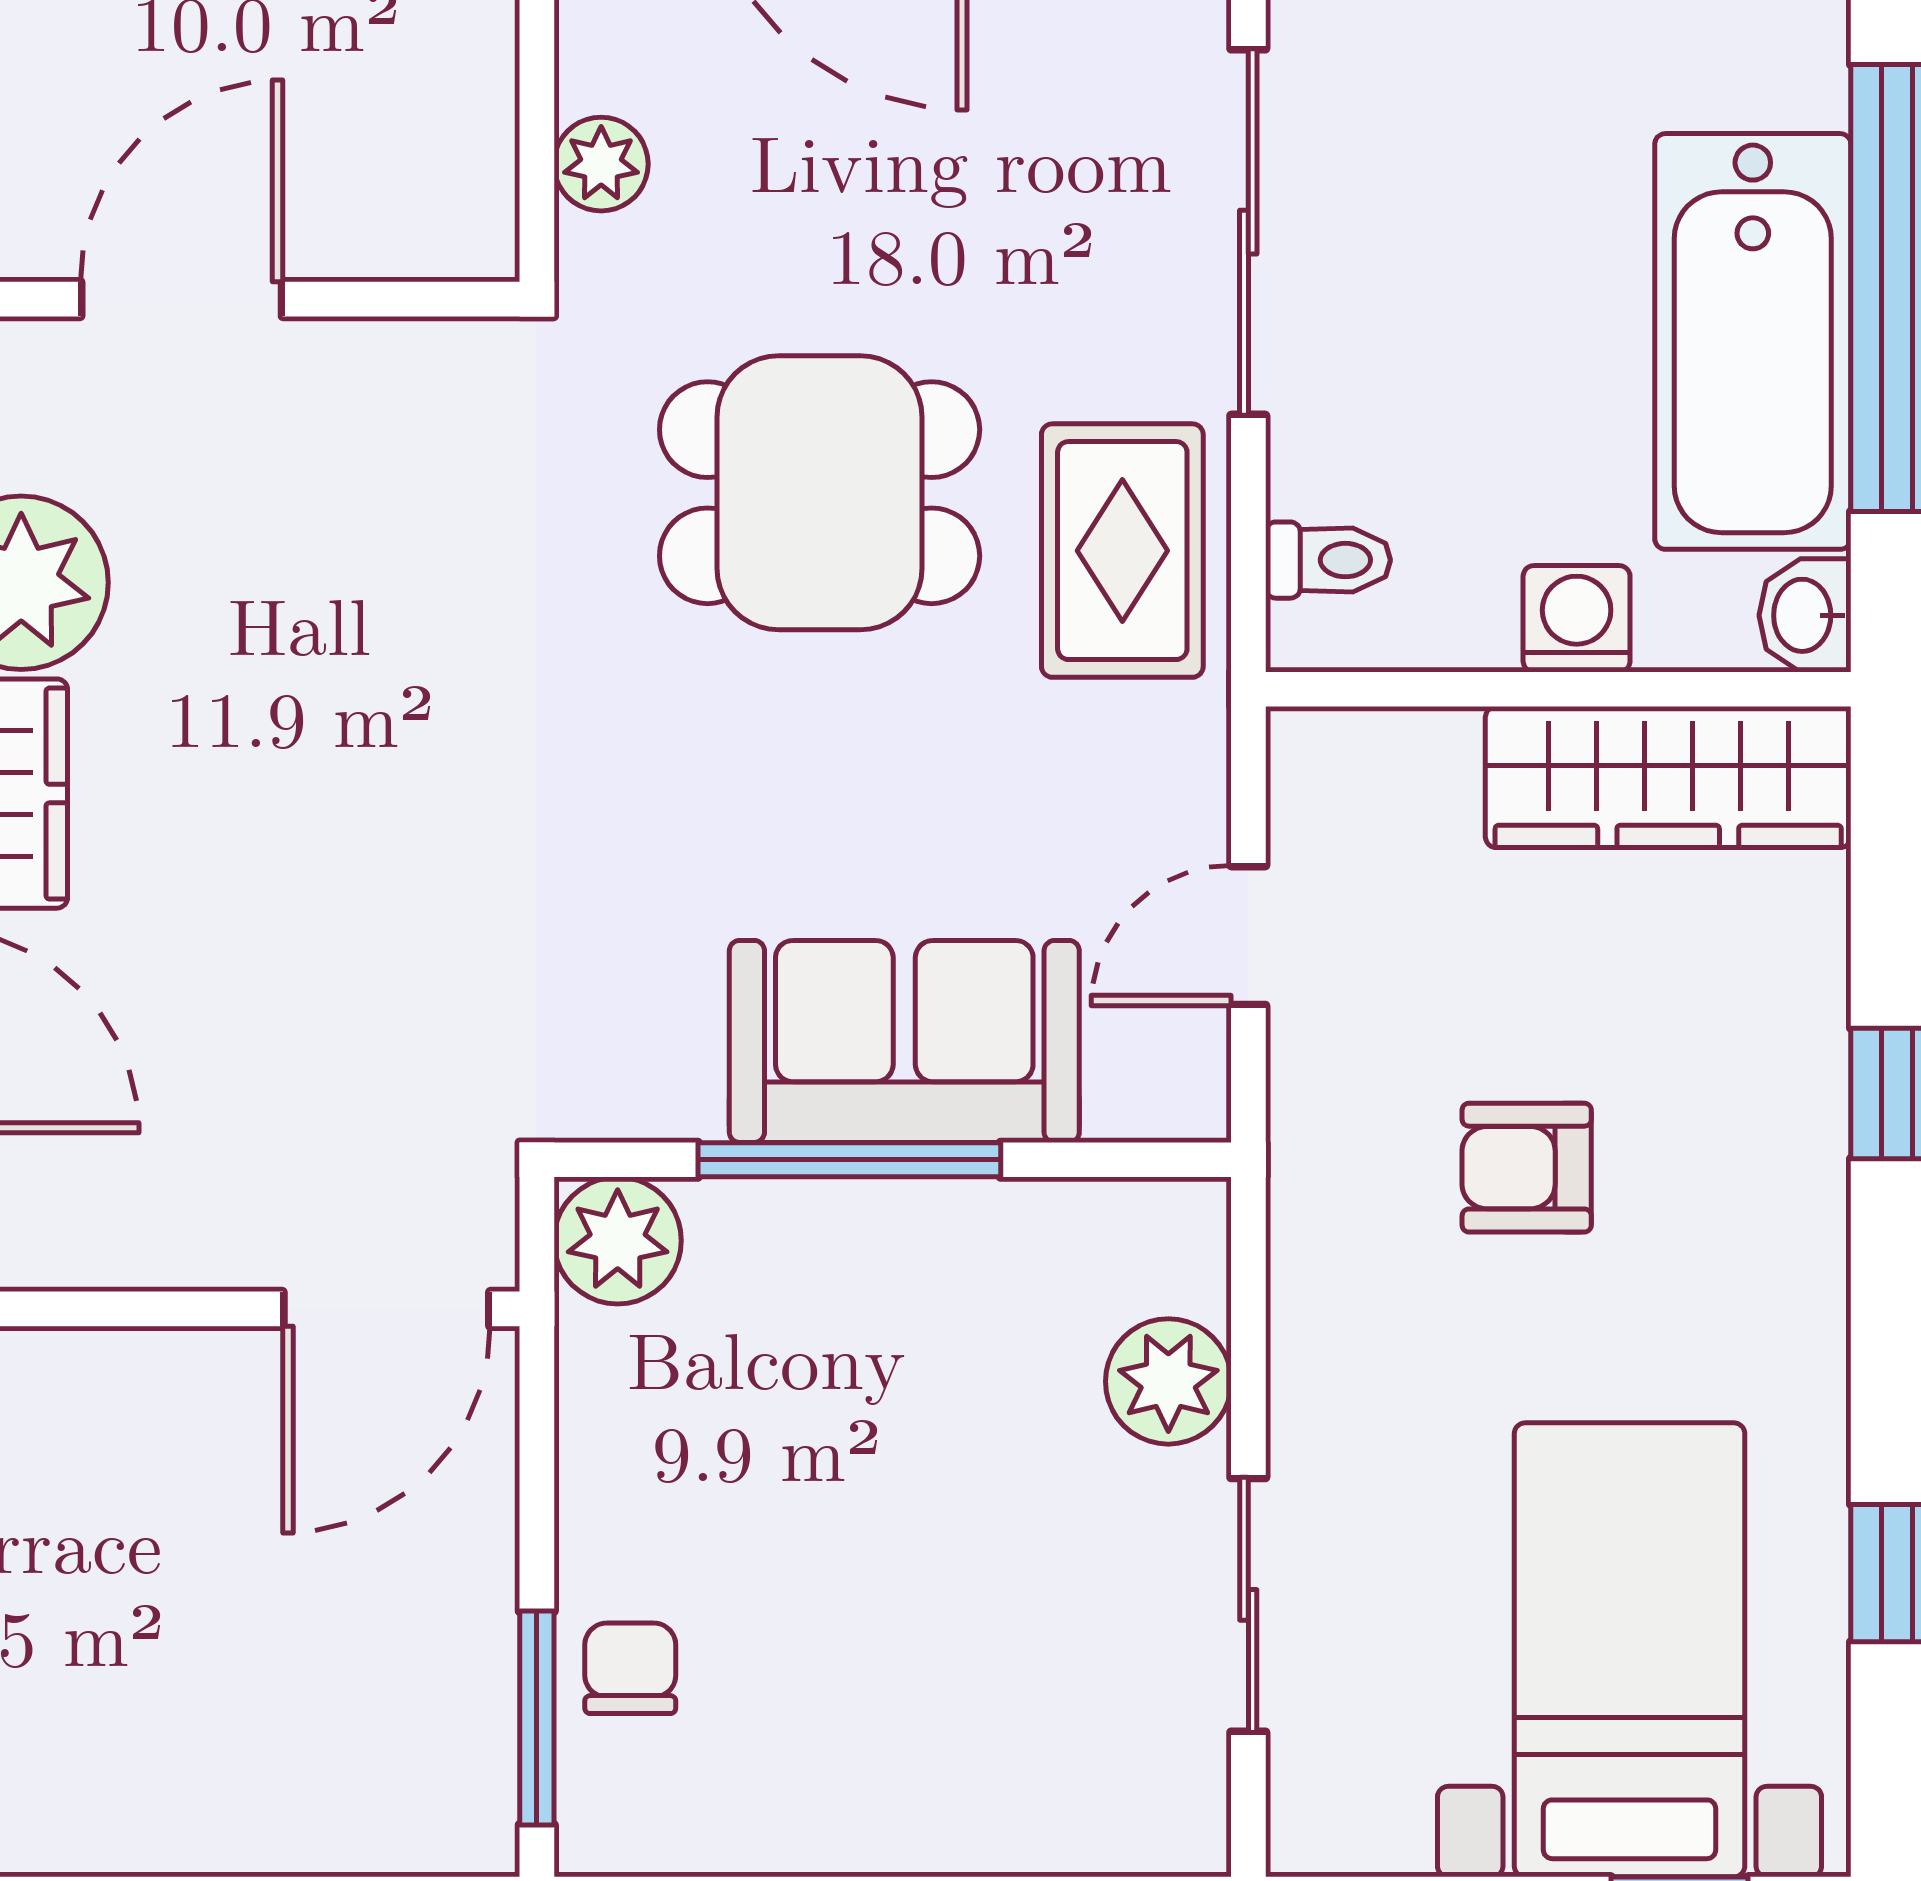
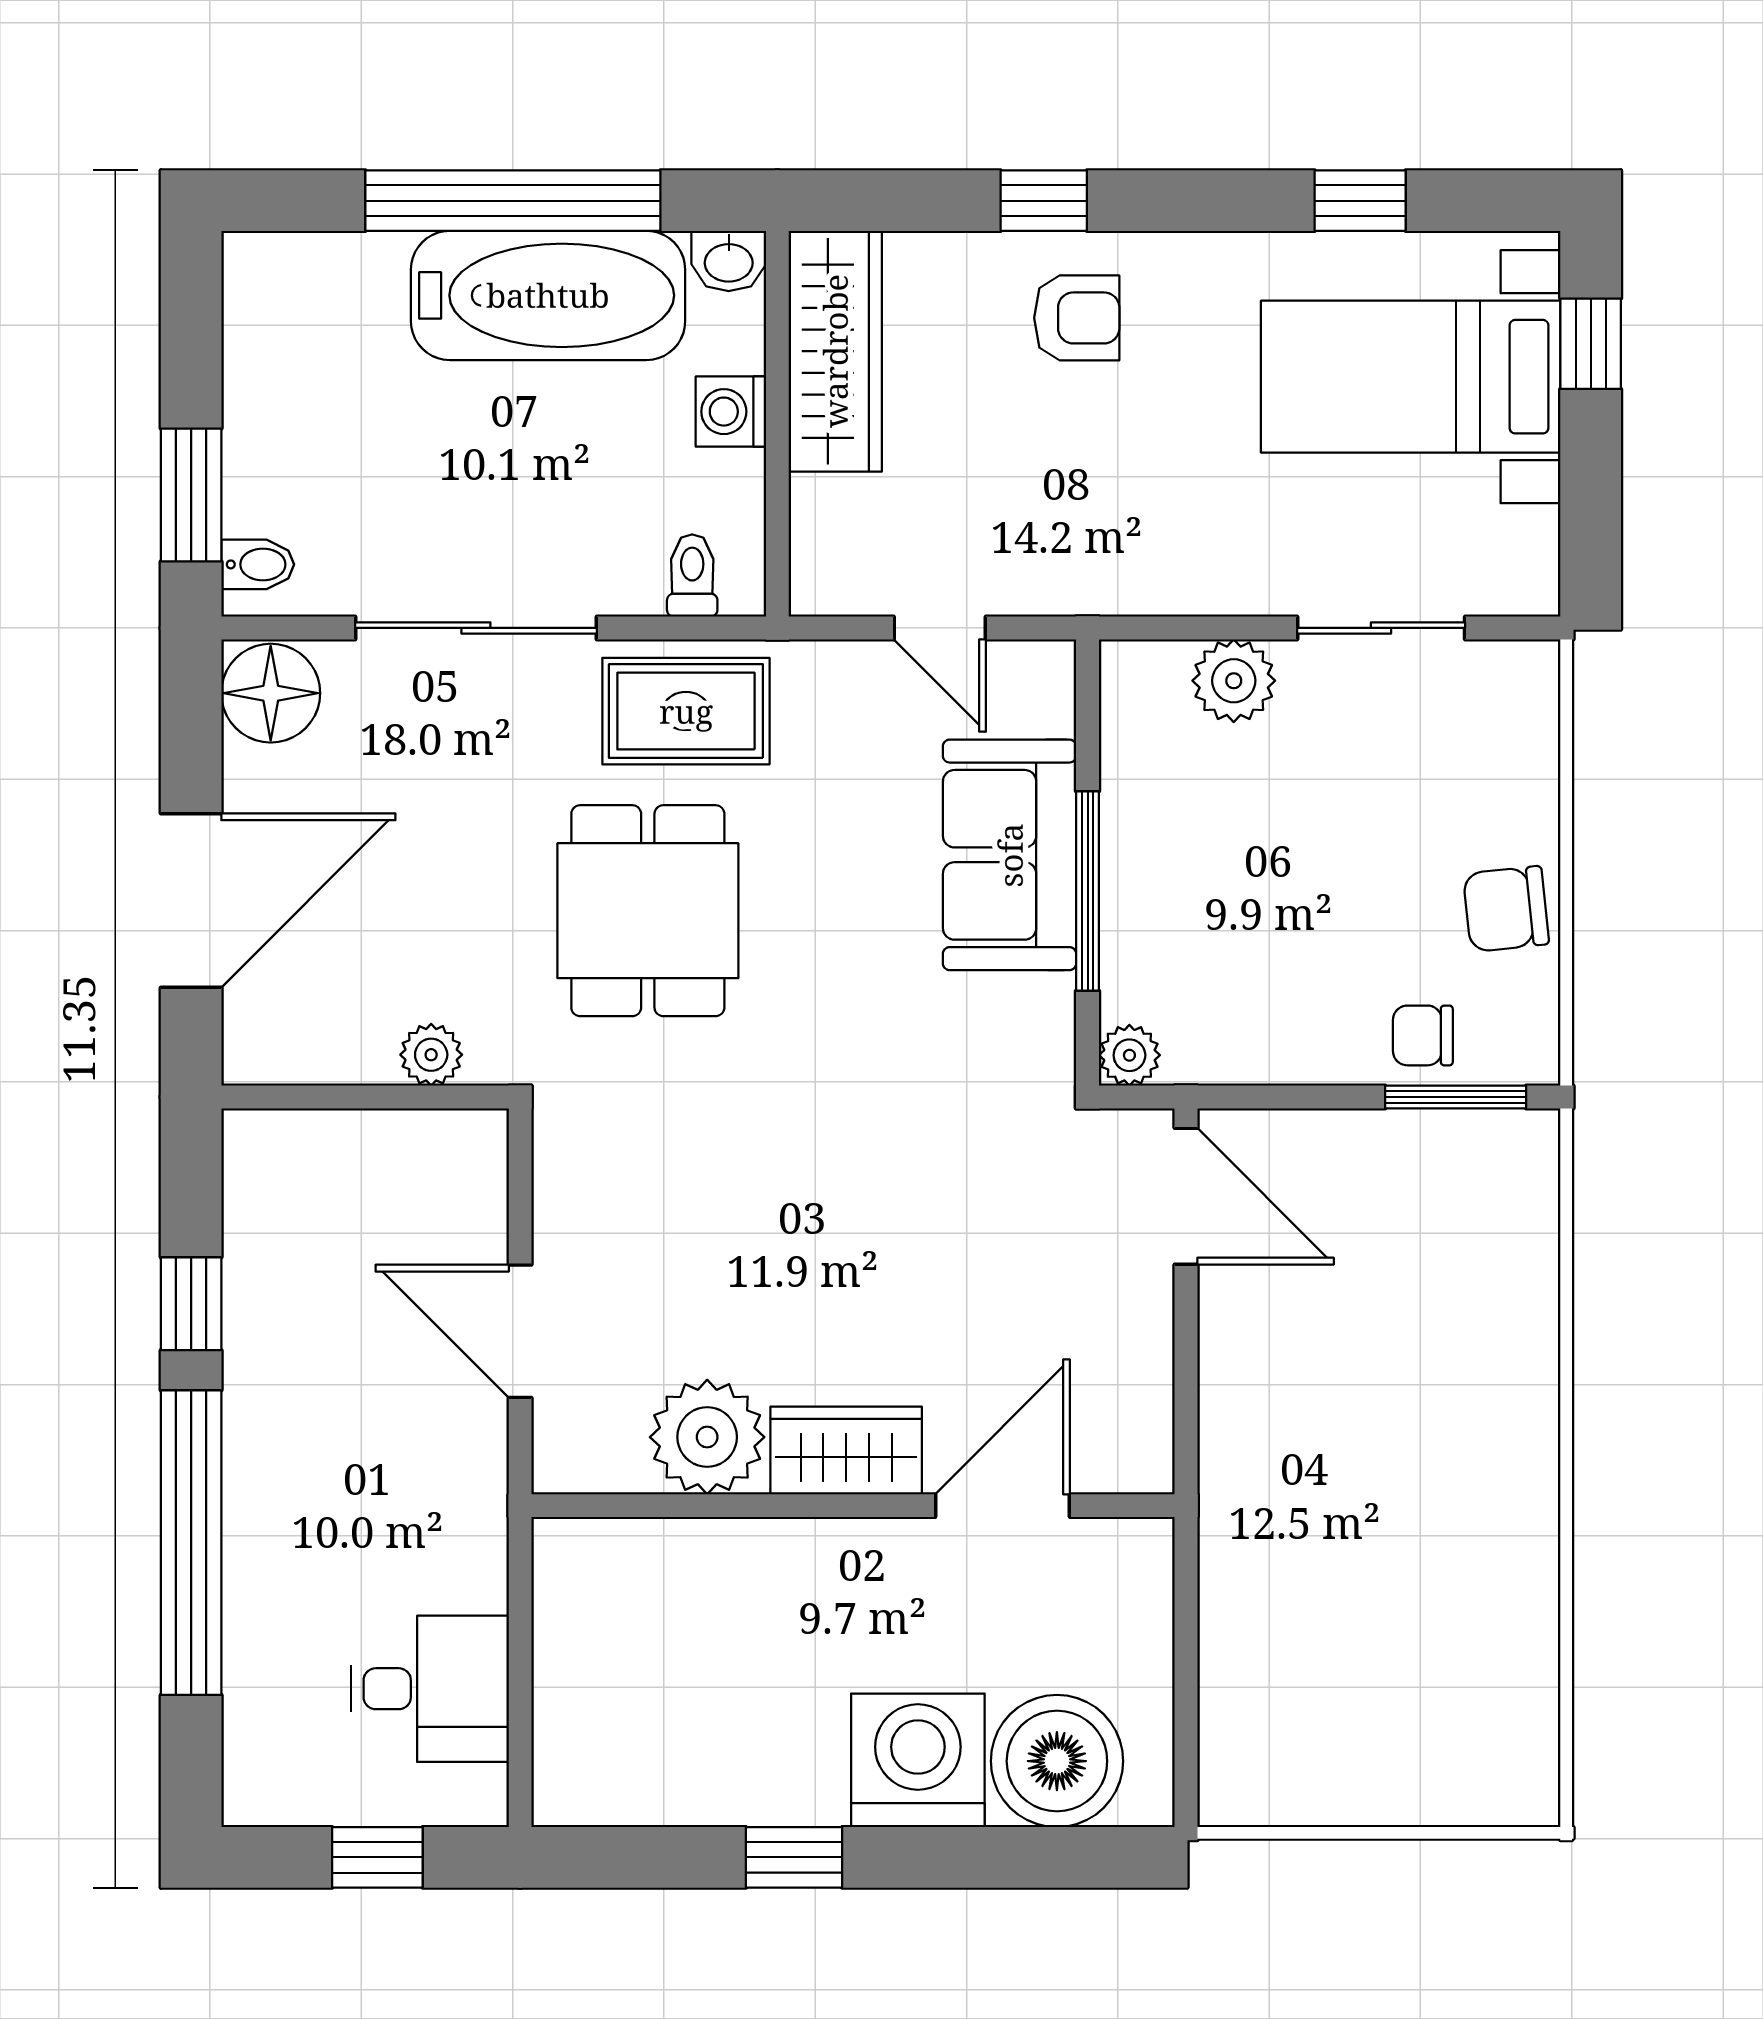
armchair: (1527, 1168) -> (1077, 318), moved, turned -90
plant: (618, 1241) -> (1129, 1055), width x0.73, depth x0.73
chair: (822, 1795) -> (1506, 909), added

